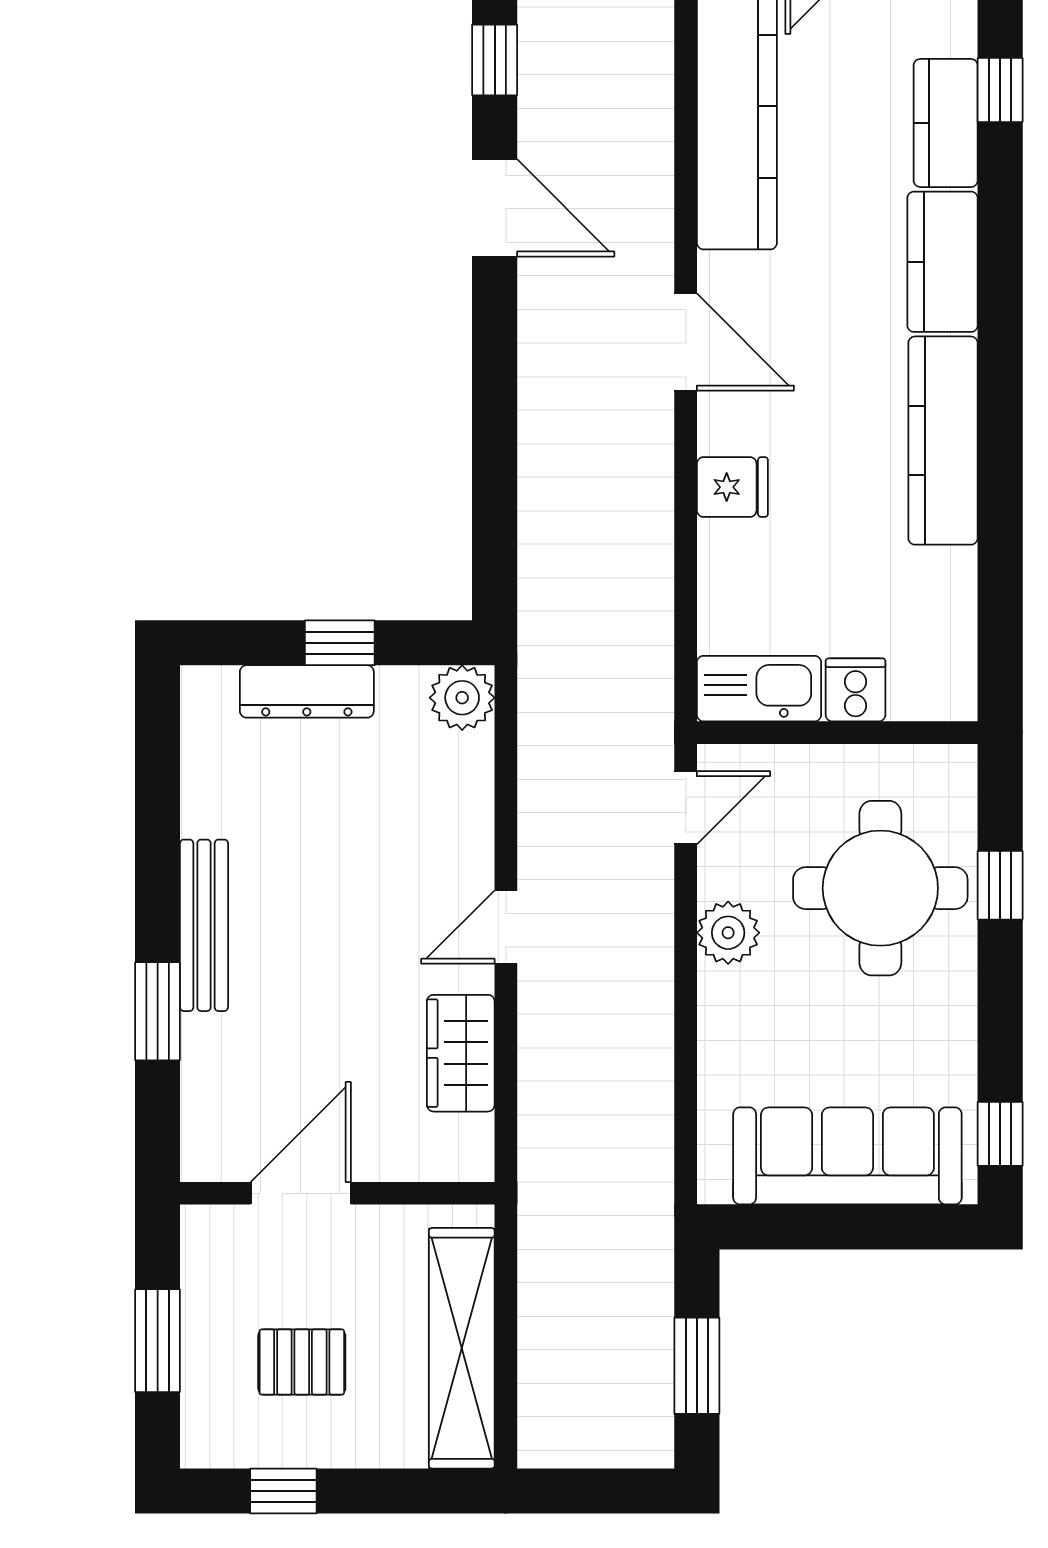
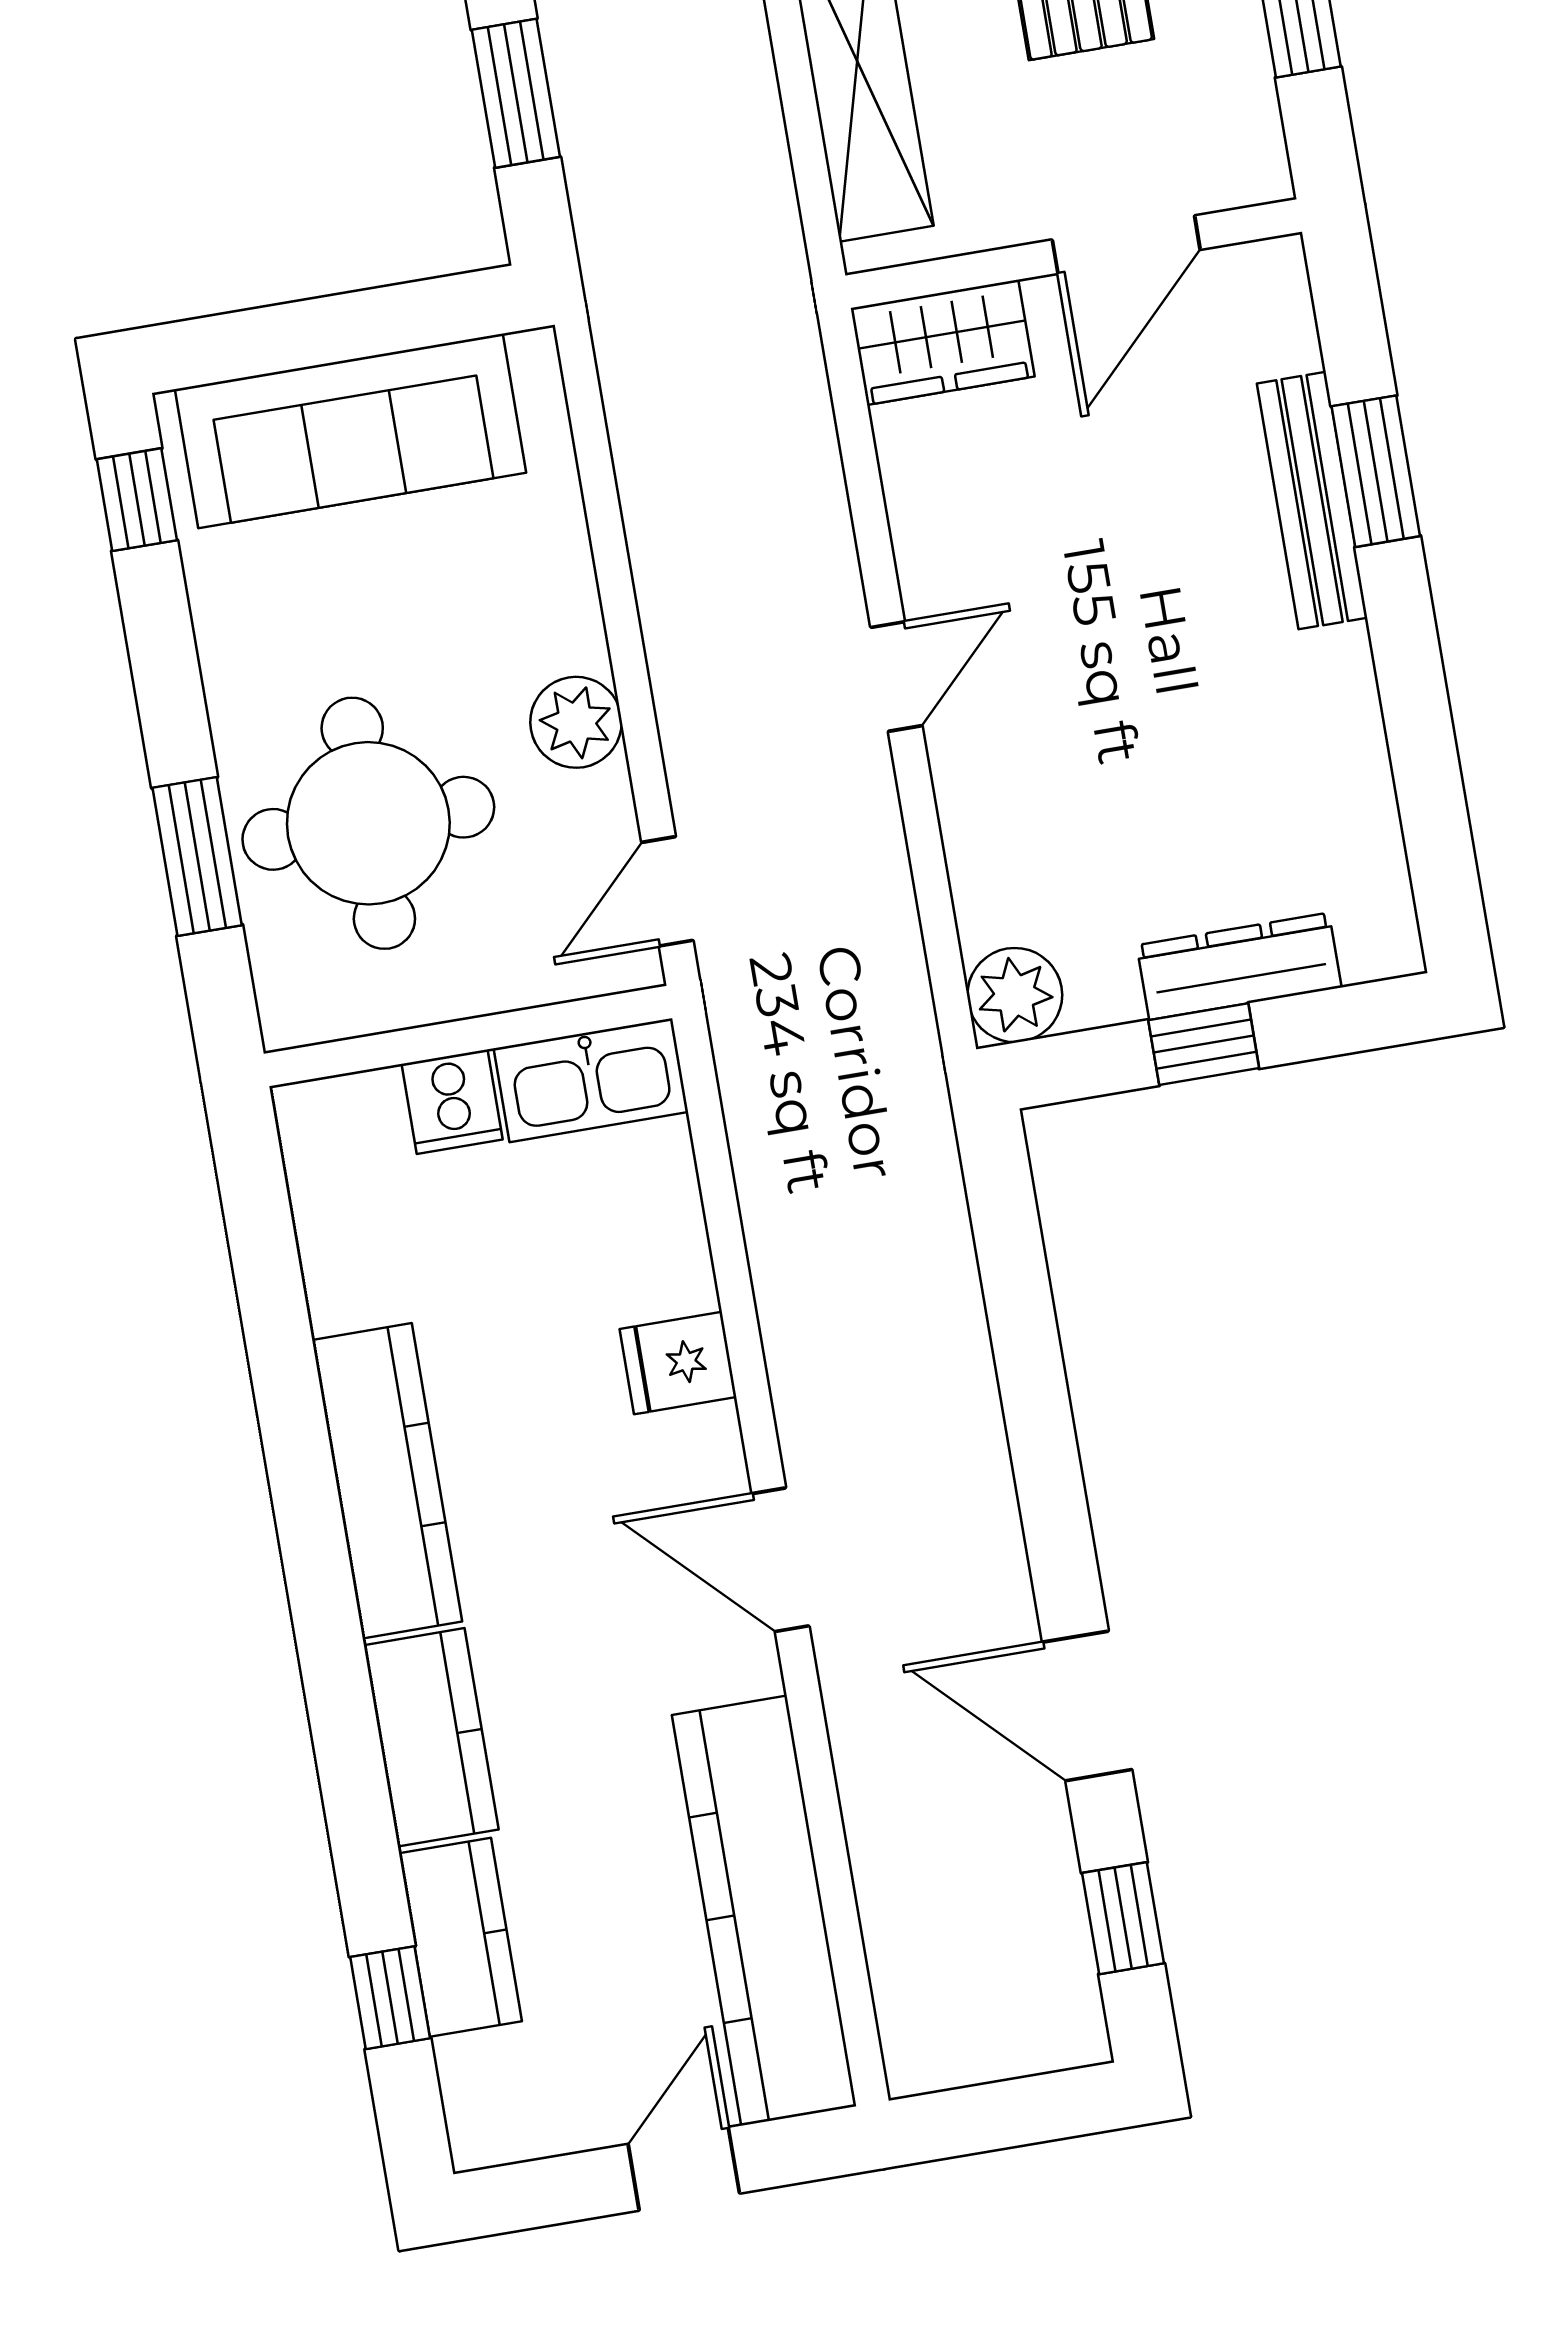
window: (1000, 885) -> (197, 857), width x1.50
bench: (204, 925) -> (1312, 501), moved
wardrobe: (461, 1053) -> (943, 342), moved, turned 90

